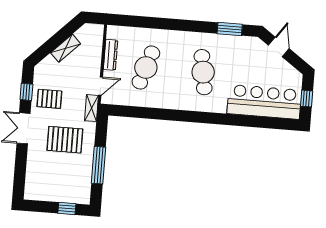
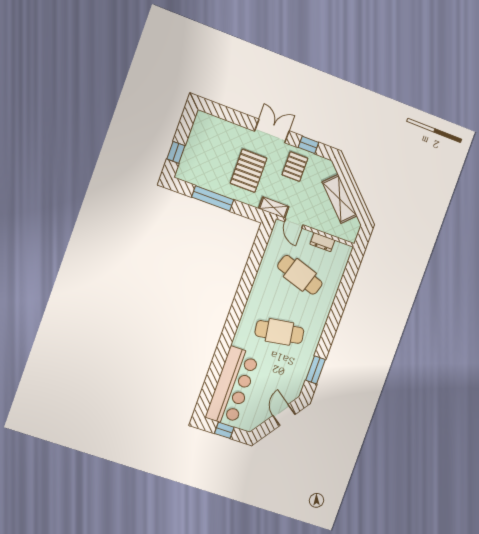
door: (279, 47) -> (284, 415), swing flipped
shelving: (66, 48) -> (340, 199), width x1.50, depth x1.33
dresser: (111, 55) -> (322, 242), width x0.70

